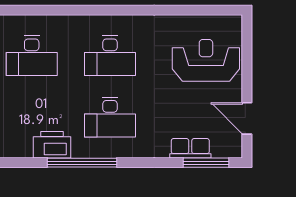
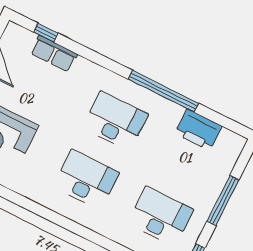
printer: (52, 145) -> (198, 130), moved
window: (206, 163) -> (46, 33), width x0.46

